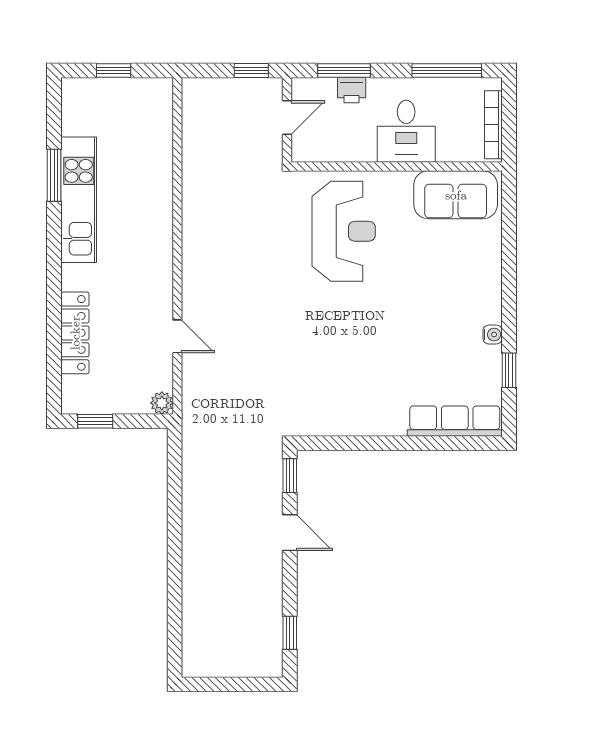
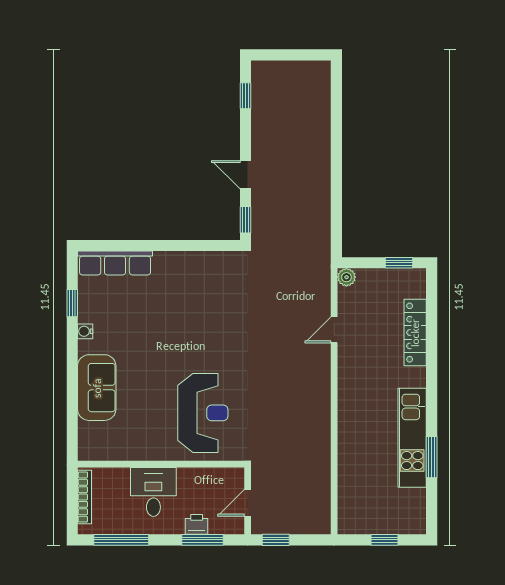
sofa: (456, 195) -> (97, 388), moved, turned 90
reception desk: (344, 231) -> (203, 413), turned 180
door: (177, 336) -> (334, 330), hinge flipped

